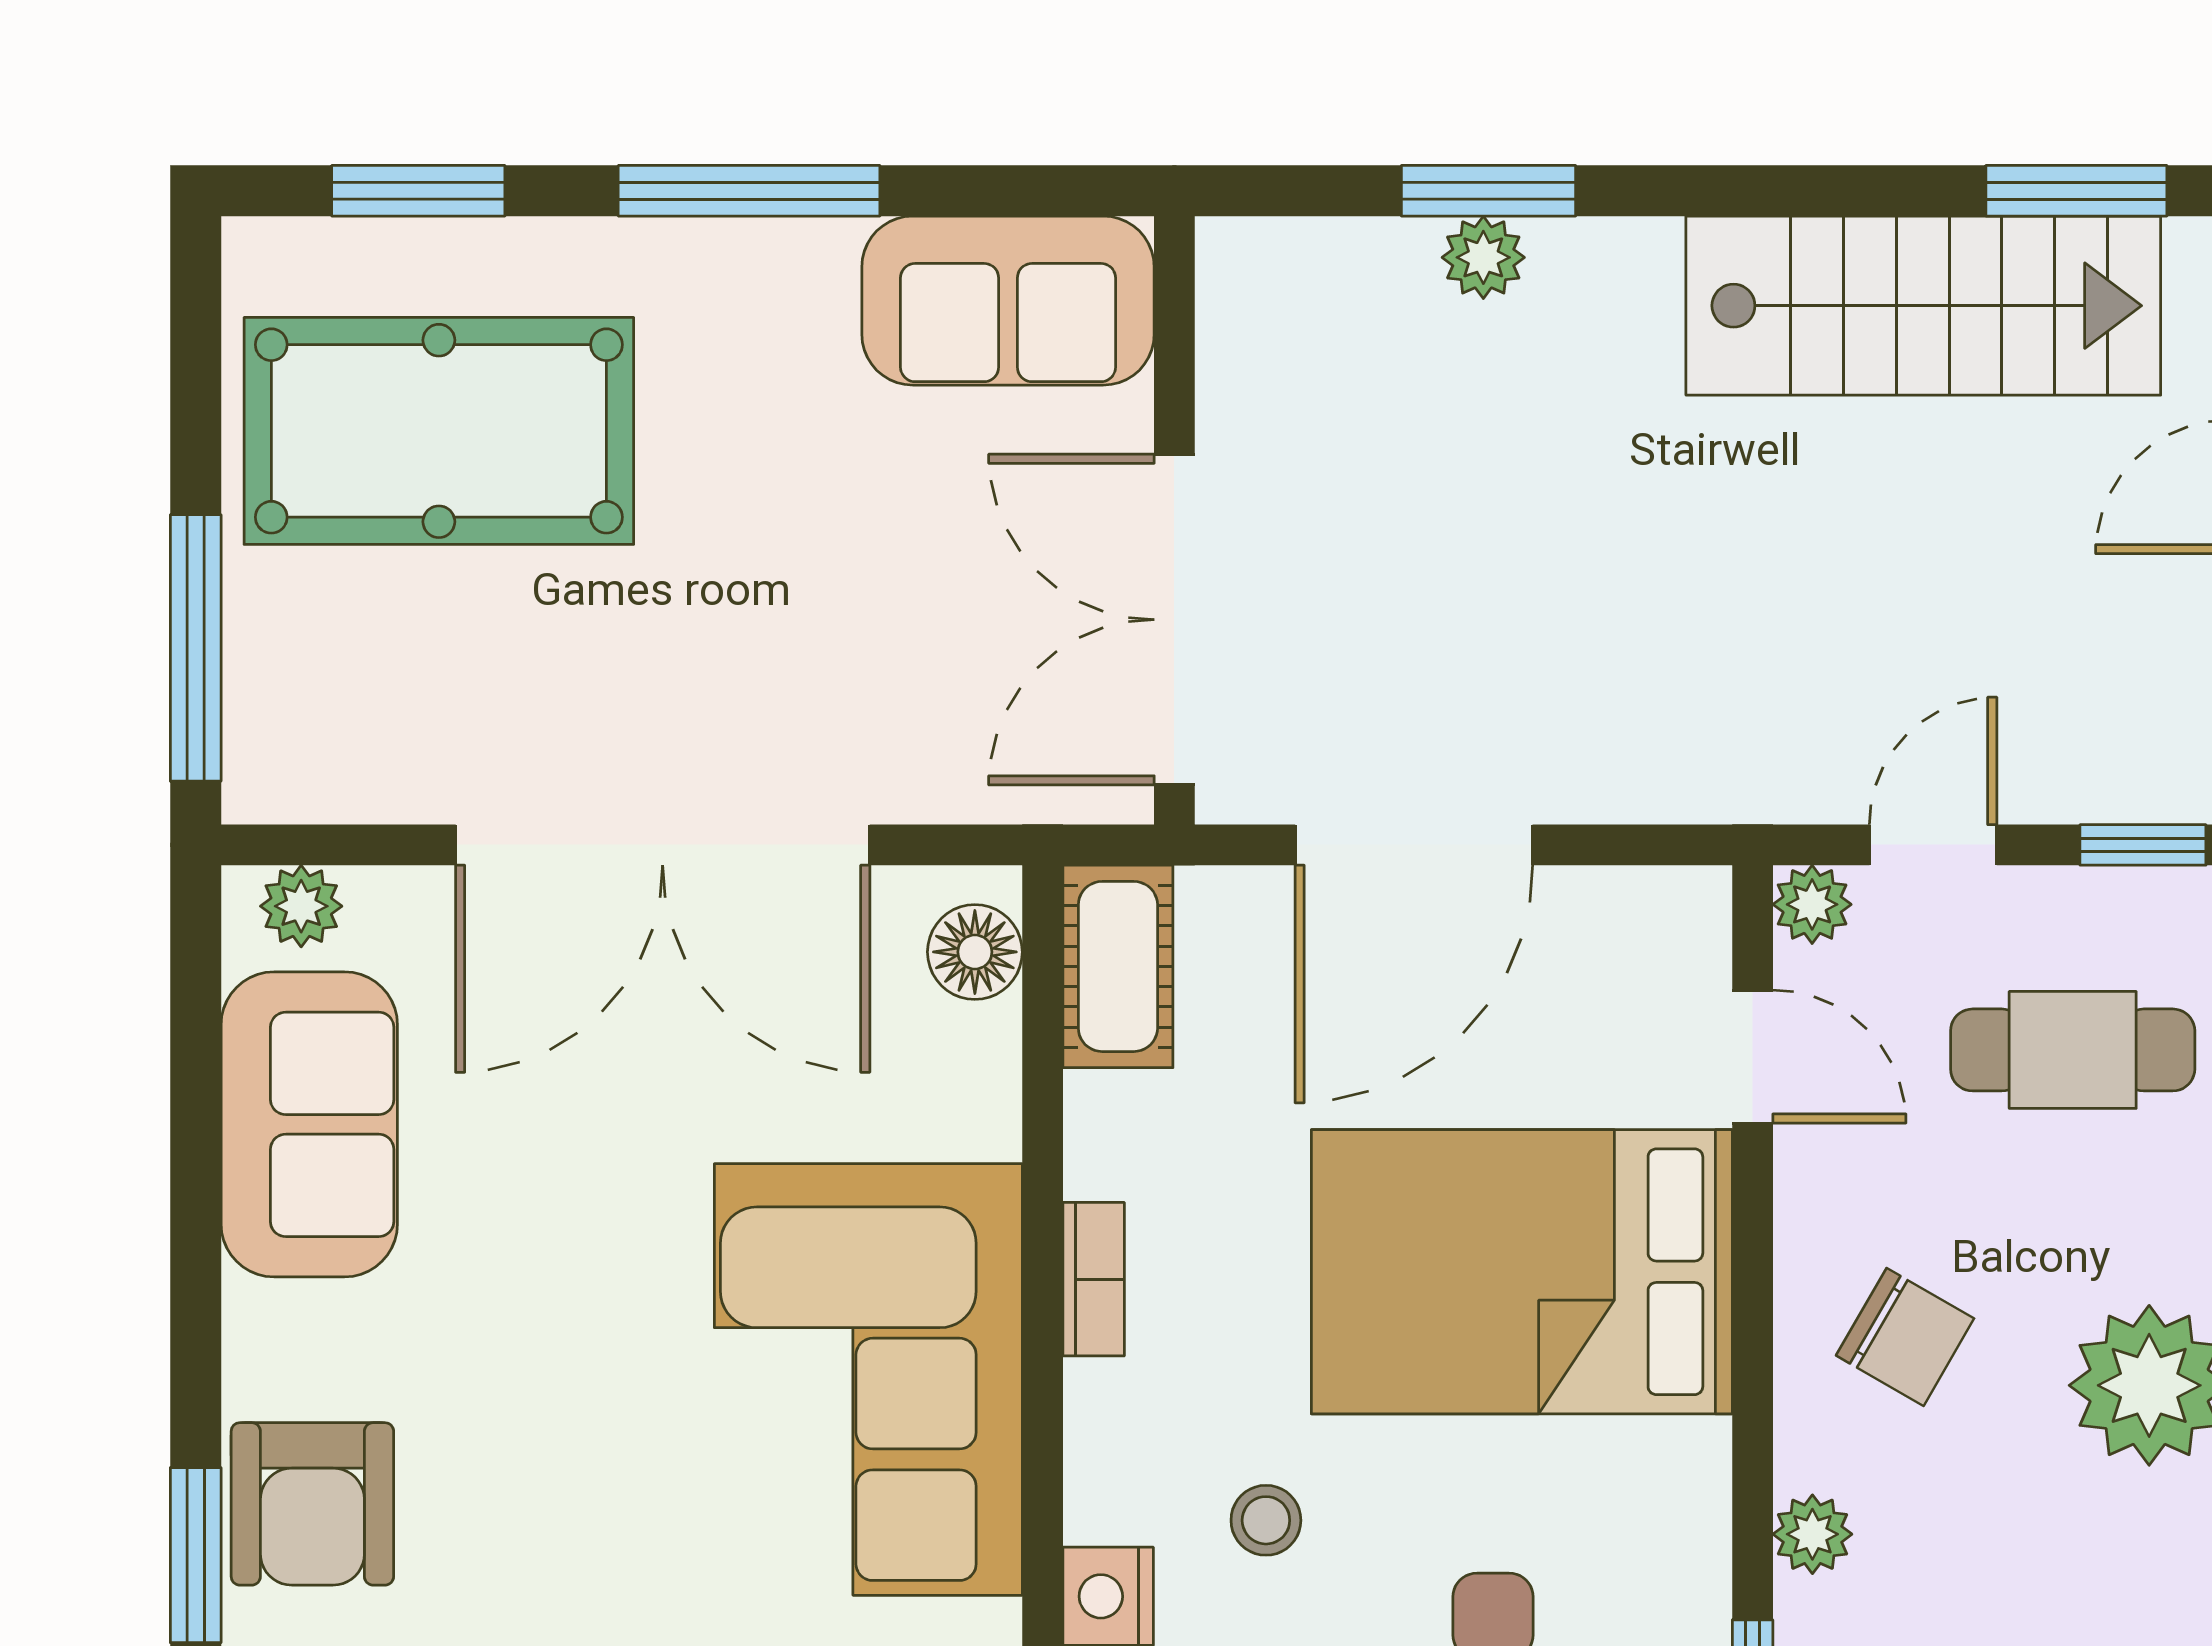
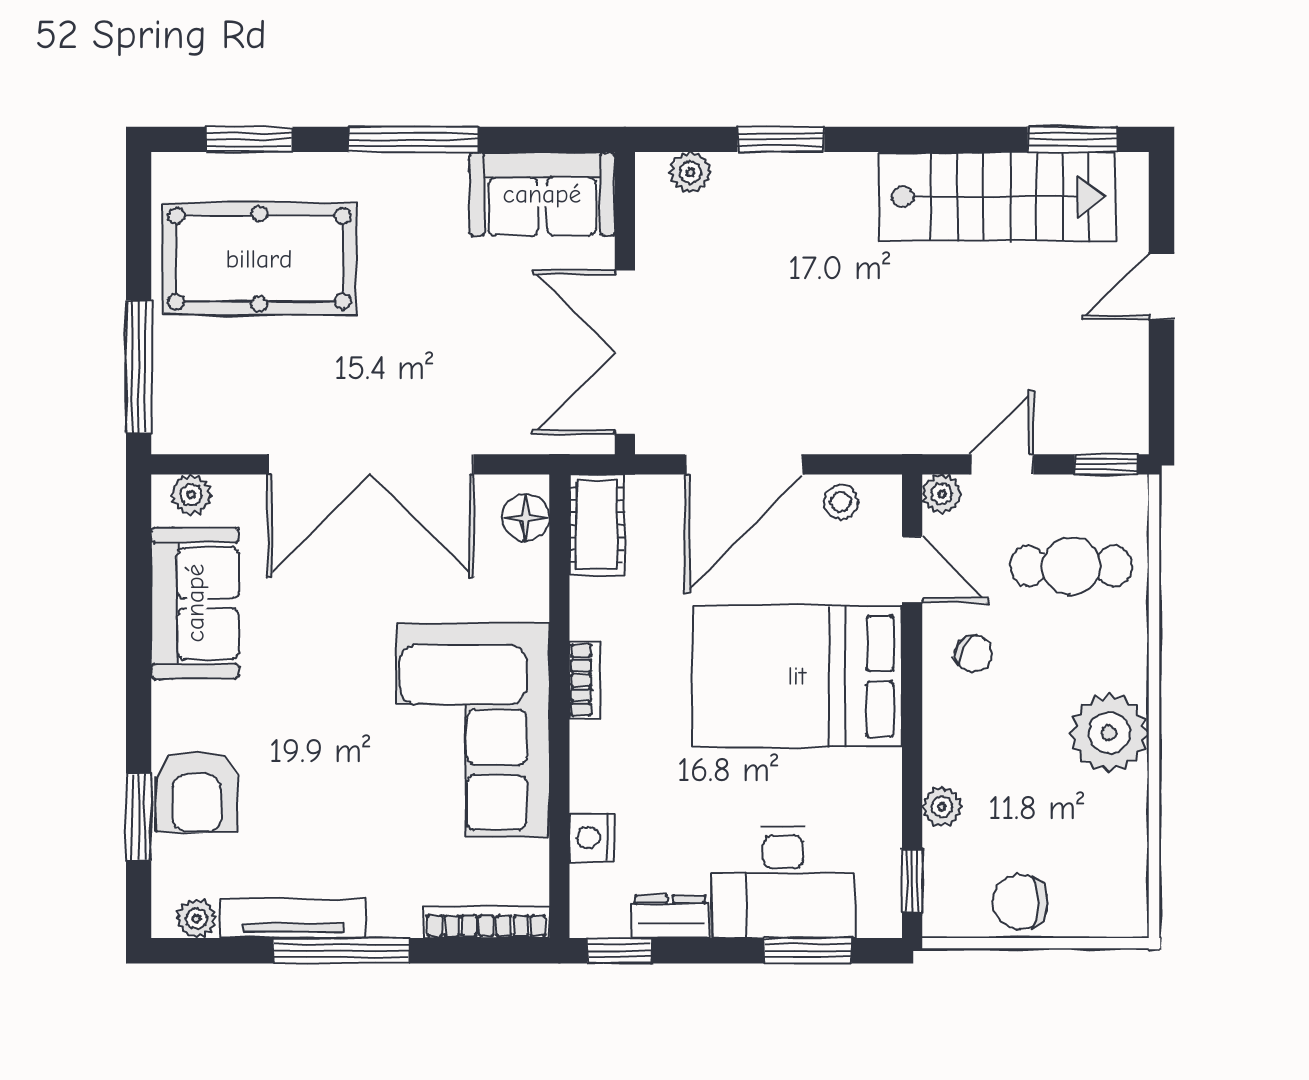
plant: (1483, 257) -> (690, 173), moved
chair: (1905, 1337) -> (974, 653), moved, width x0.73, depth x0.73
stool: (1266, 1520) -> (841, 502), moved

